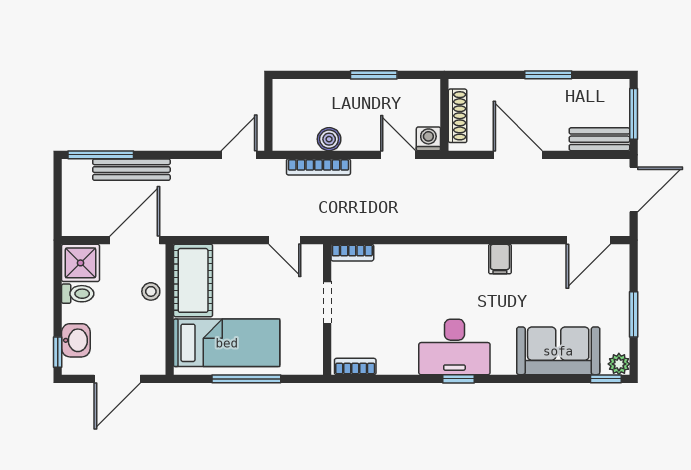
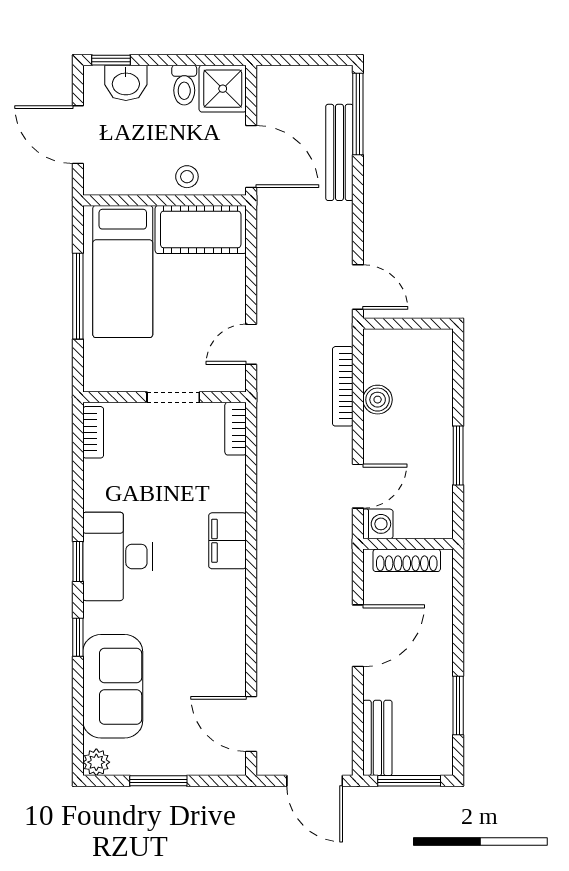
window: (548, 75) -> (458, 706), moved
filing cabinet: (500, 259) -> (228, 541), moved, width x2.00
window: (606, 379) -> (78, 637), moved

